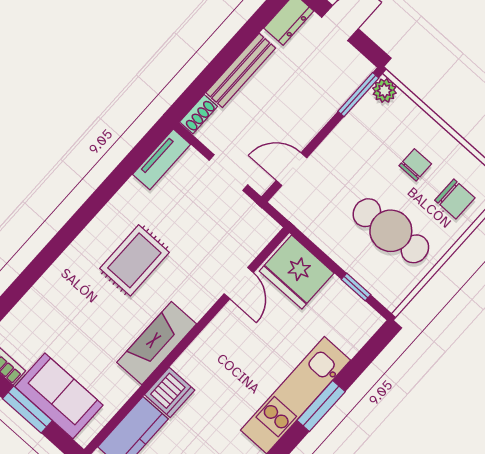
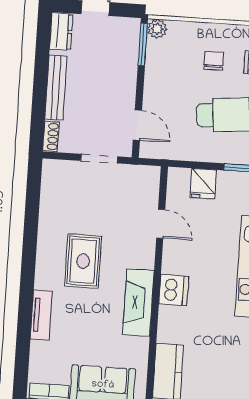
tv unit: (162, 159) -> (41, 315), moved
door: (291, 169) -> (137, 125), swing flipped
fridge: (297, 272) -> (203, 184), width x0.53, depth x0.75
dishwasher: (170, 392) -> (174, 290), moved

